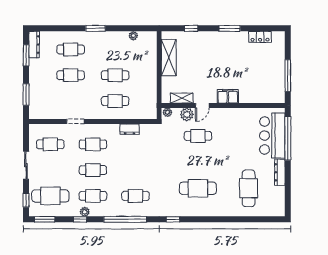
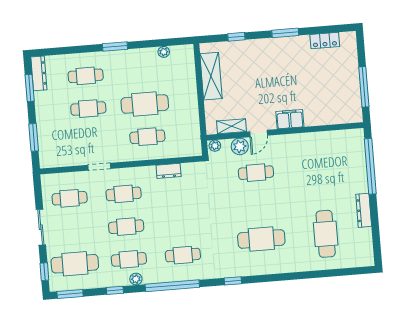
cafe table: (115, 75) -> (145, 104), width x1.37, depth x1.35
bar counter: (272, 135) -> (350, 164), removed
plant: (85, 212) -> (136, 279), moved

